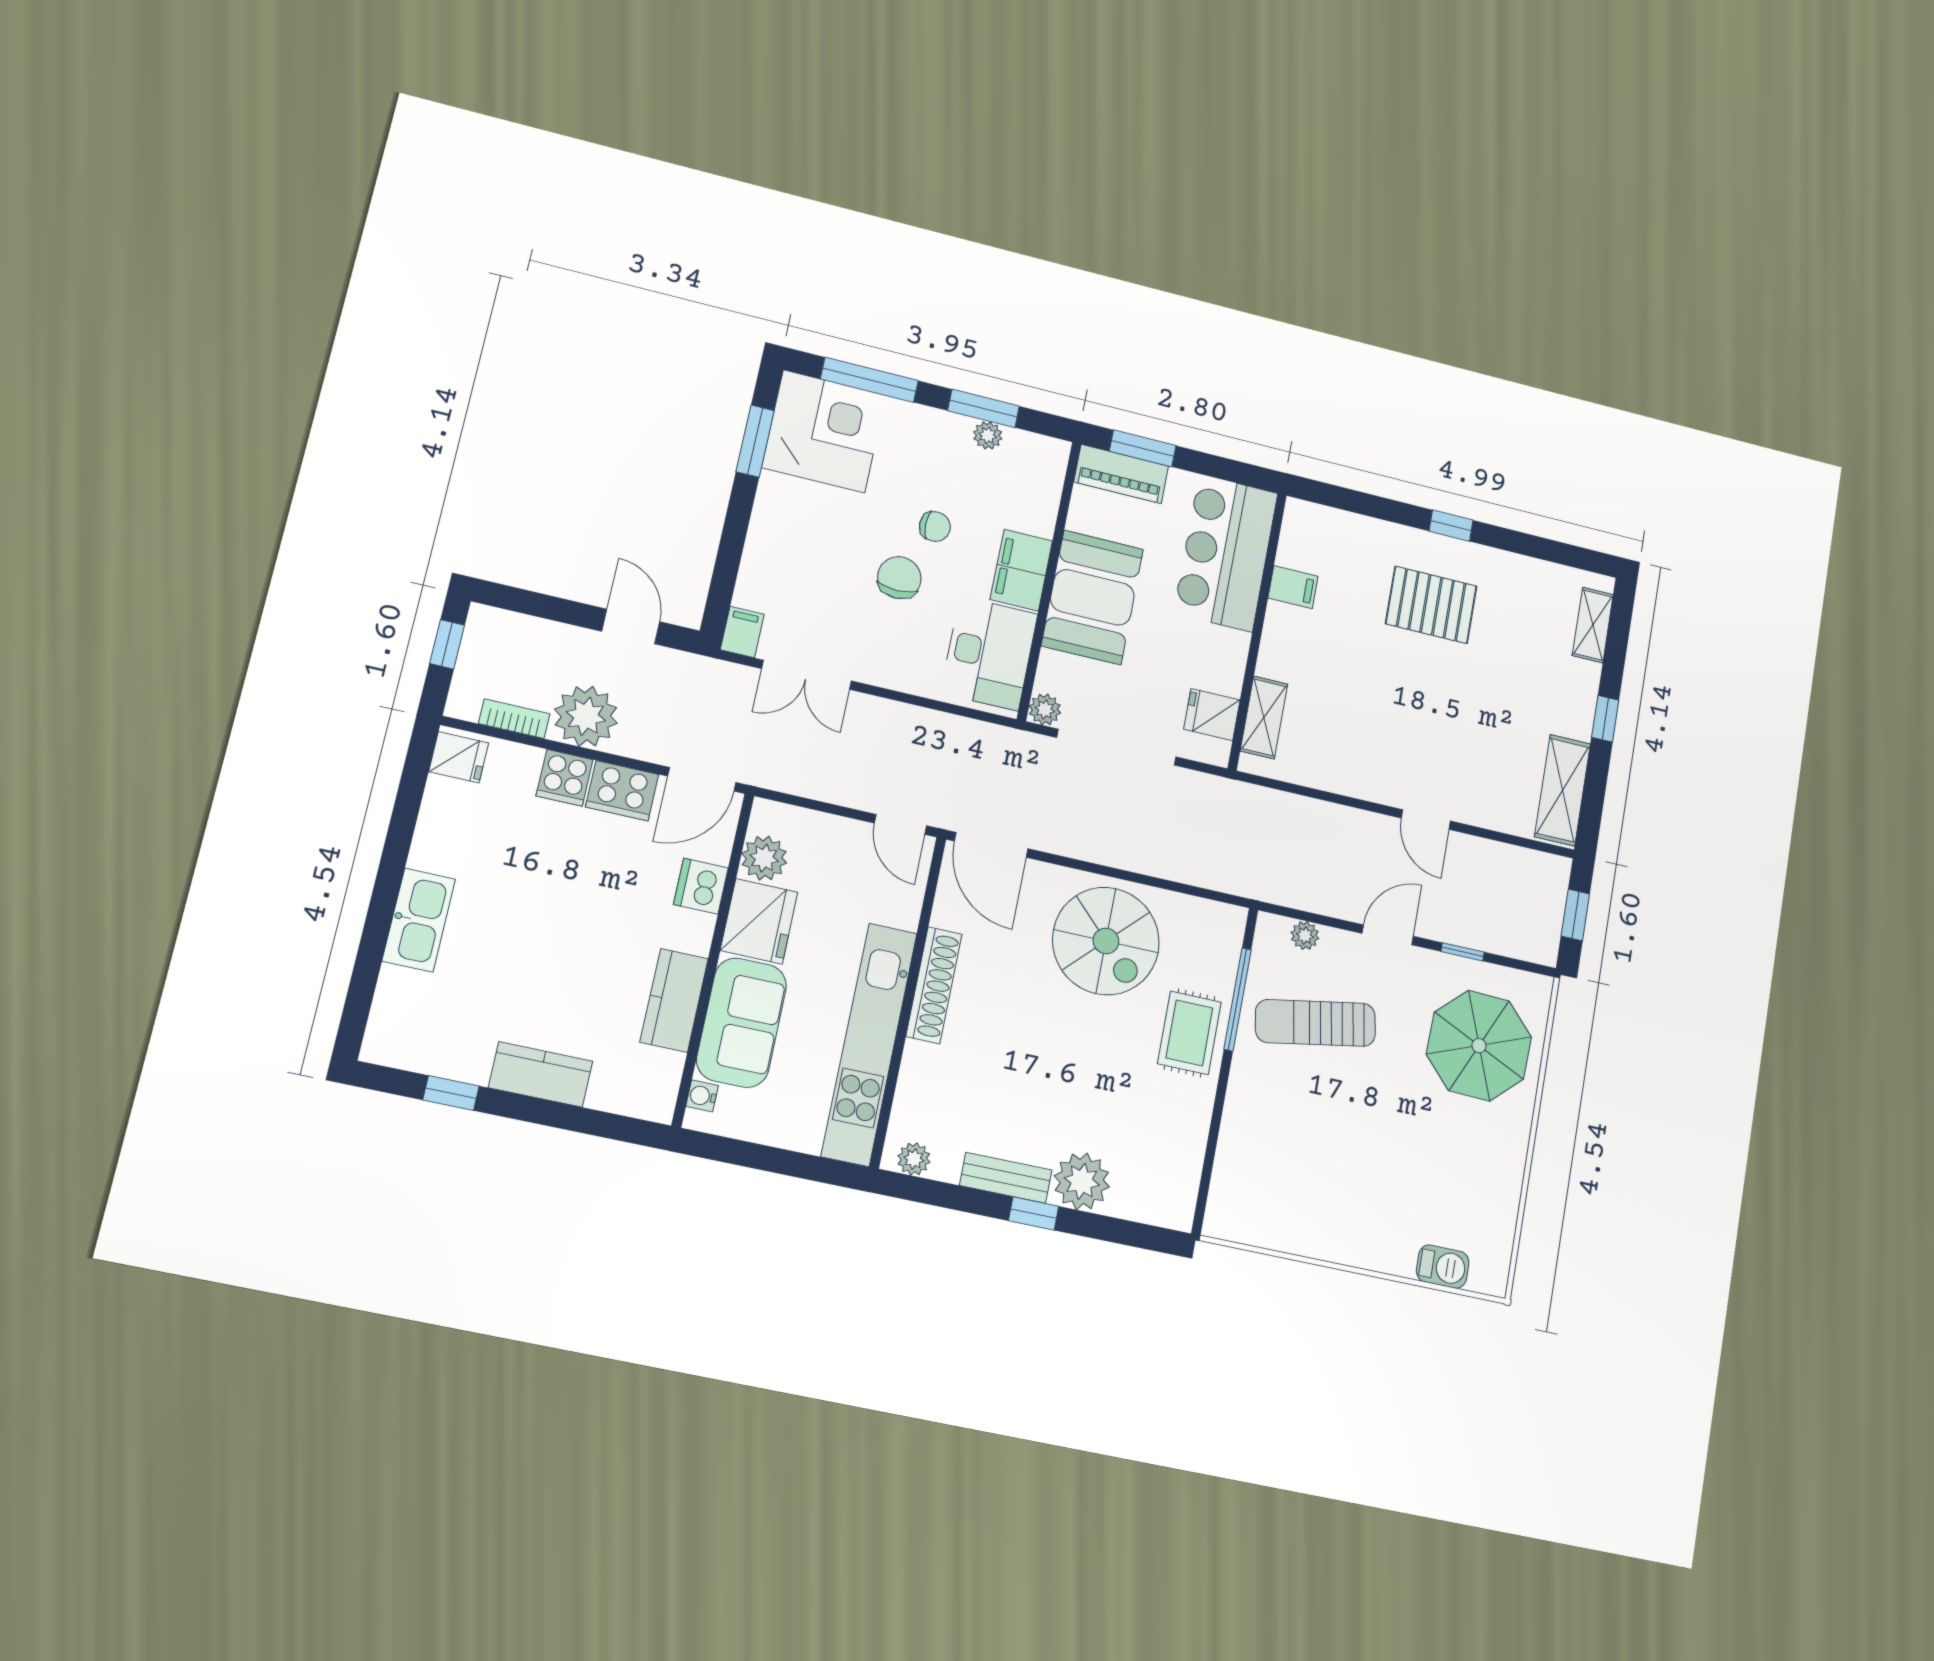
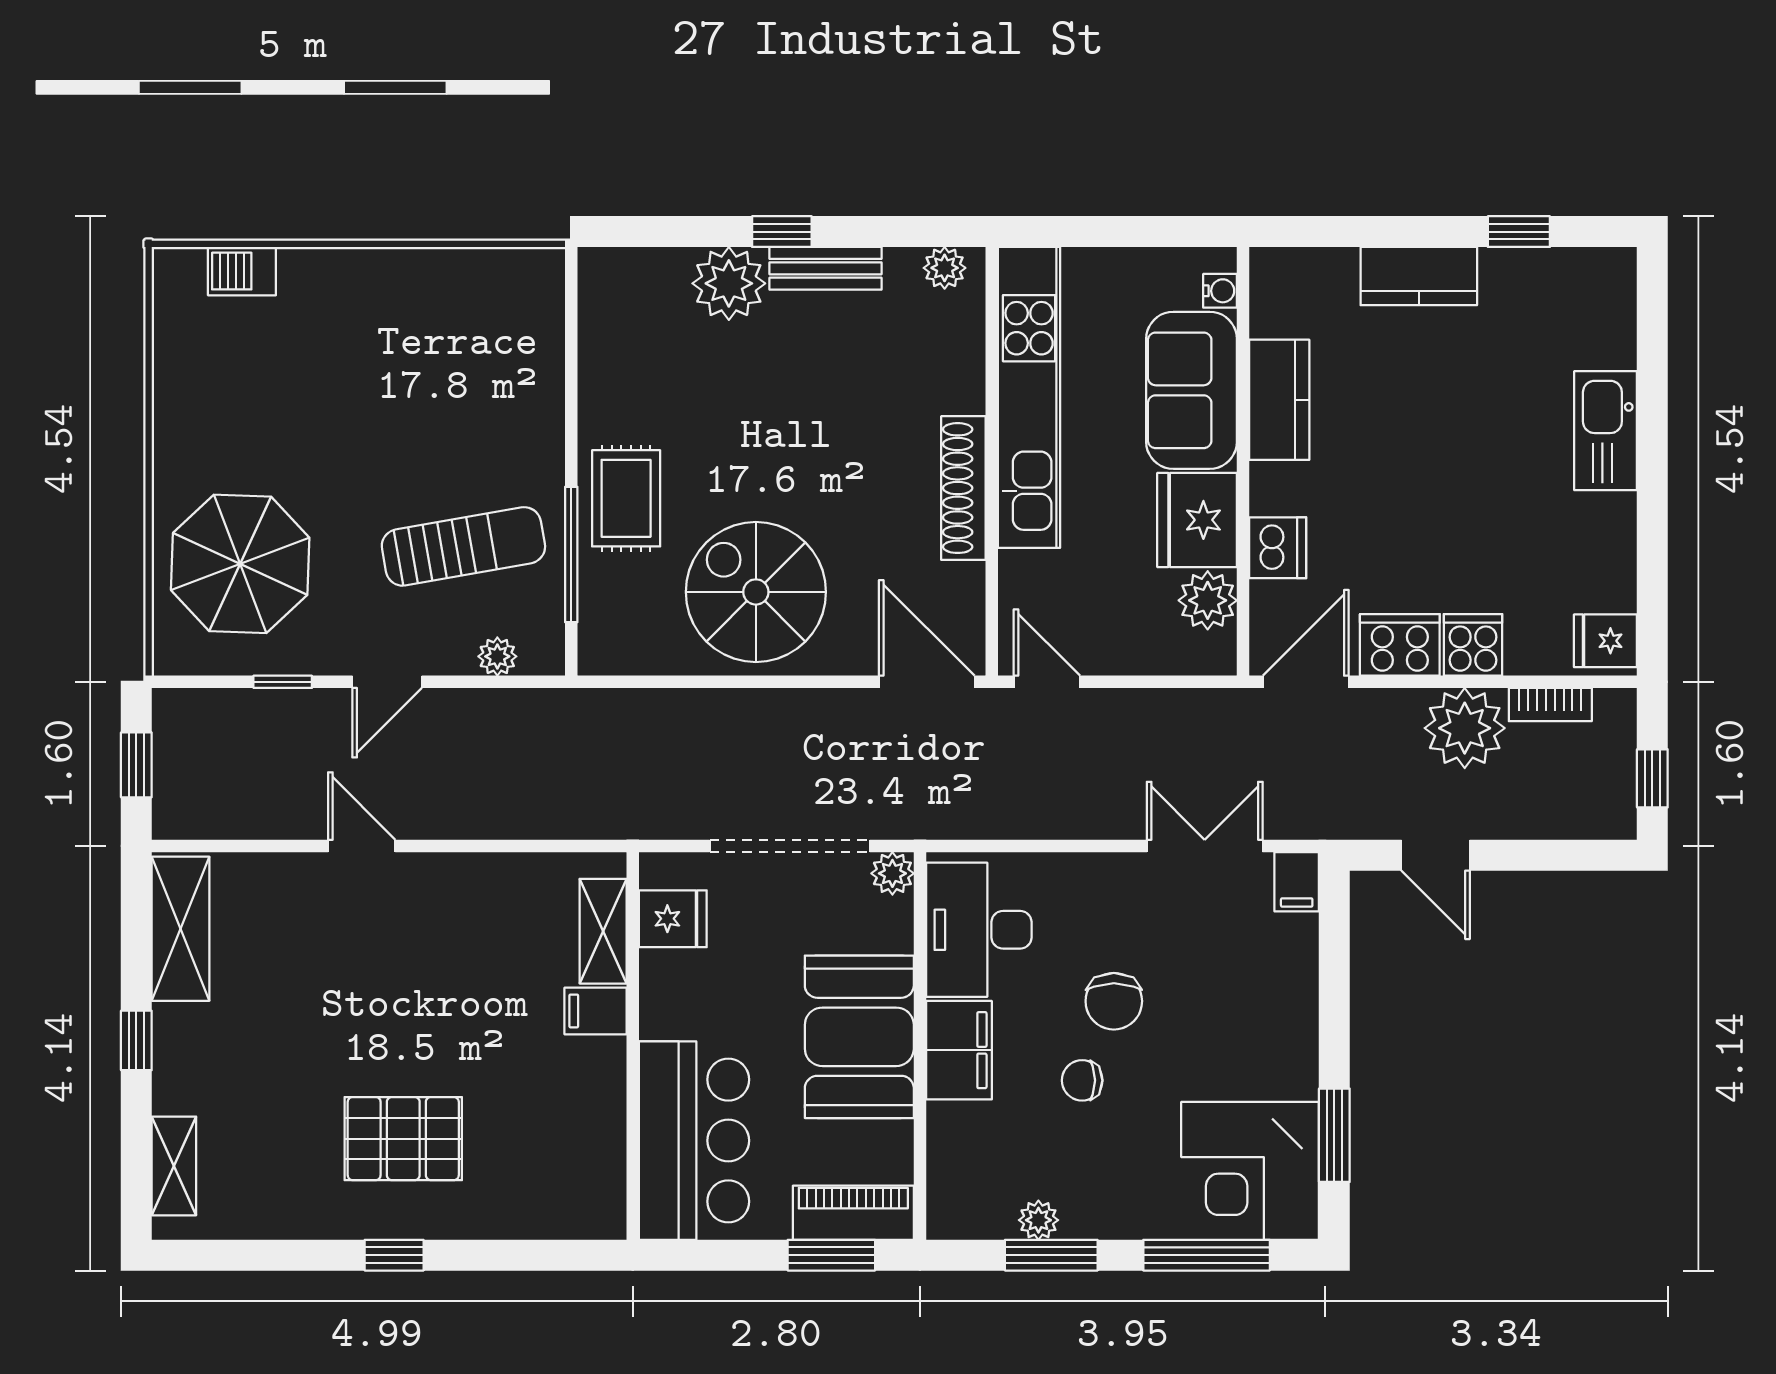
filing cabinet: (1293, 587) -> (596, 1011), moved

